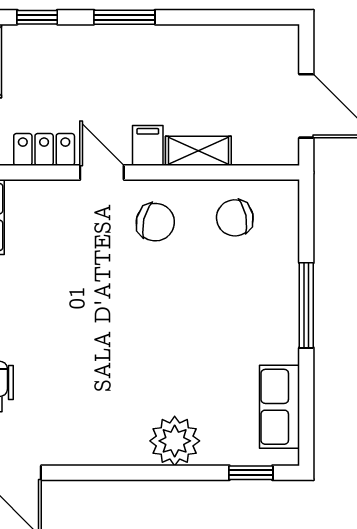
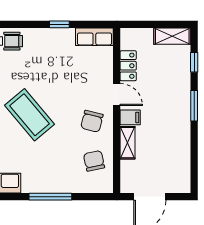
door: (102, 173) -> (117, 95), hinge flipped
coffee table: (142, 347) -> (30, 115), added

